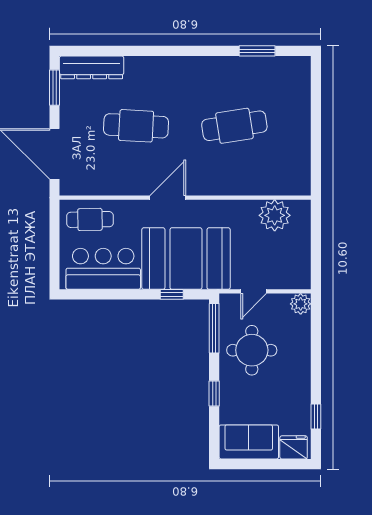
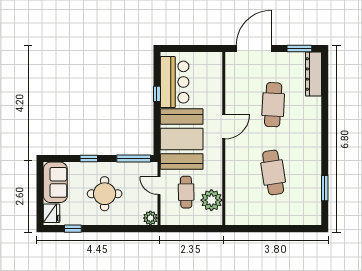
door: (168, 198) -> (224, 127), hinge flipped
cafe table: (90, 219) -> (186, 192), moved
window: (172, 294) -> (157, 94), moved
round table: (252, 350) -> (105, 194), moved

